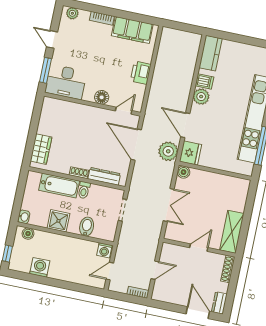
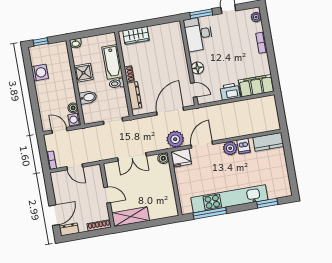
filing cabinet: (132, 30) -> (256, 86), moved, turned 90
boiler: (28, 234) -> (73, 108), moved

